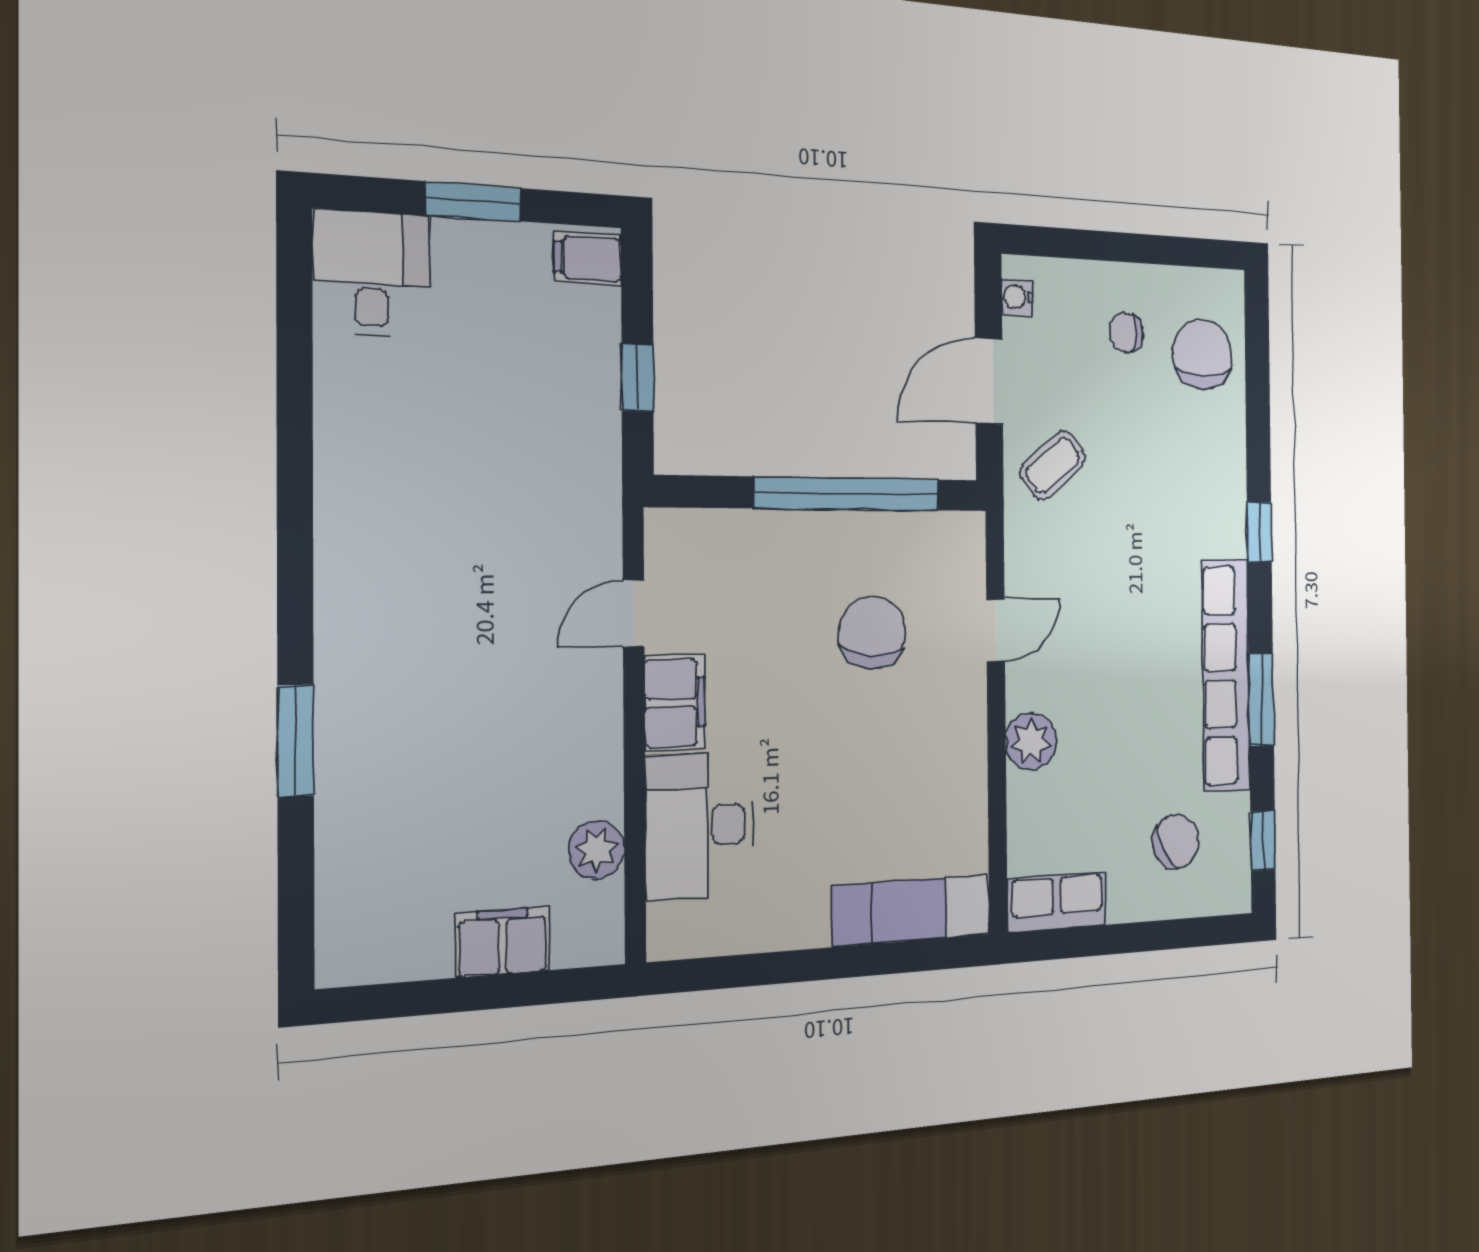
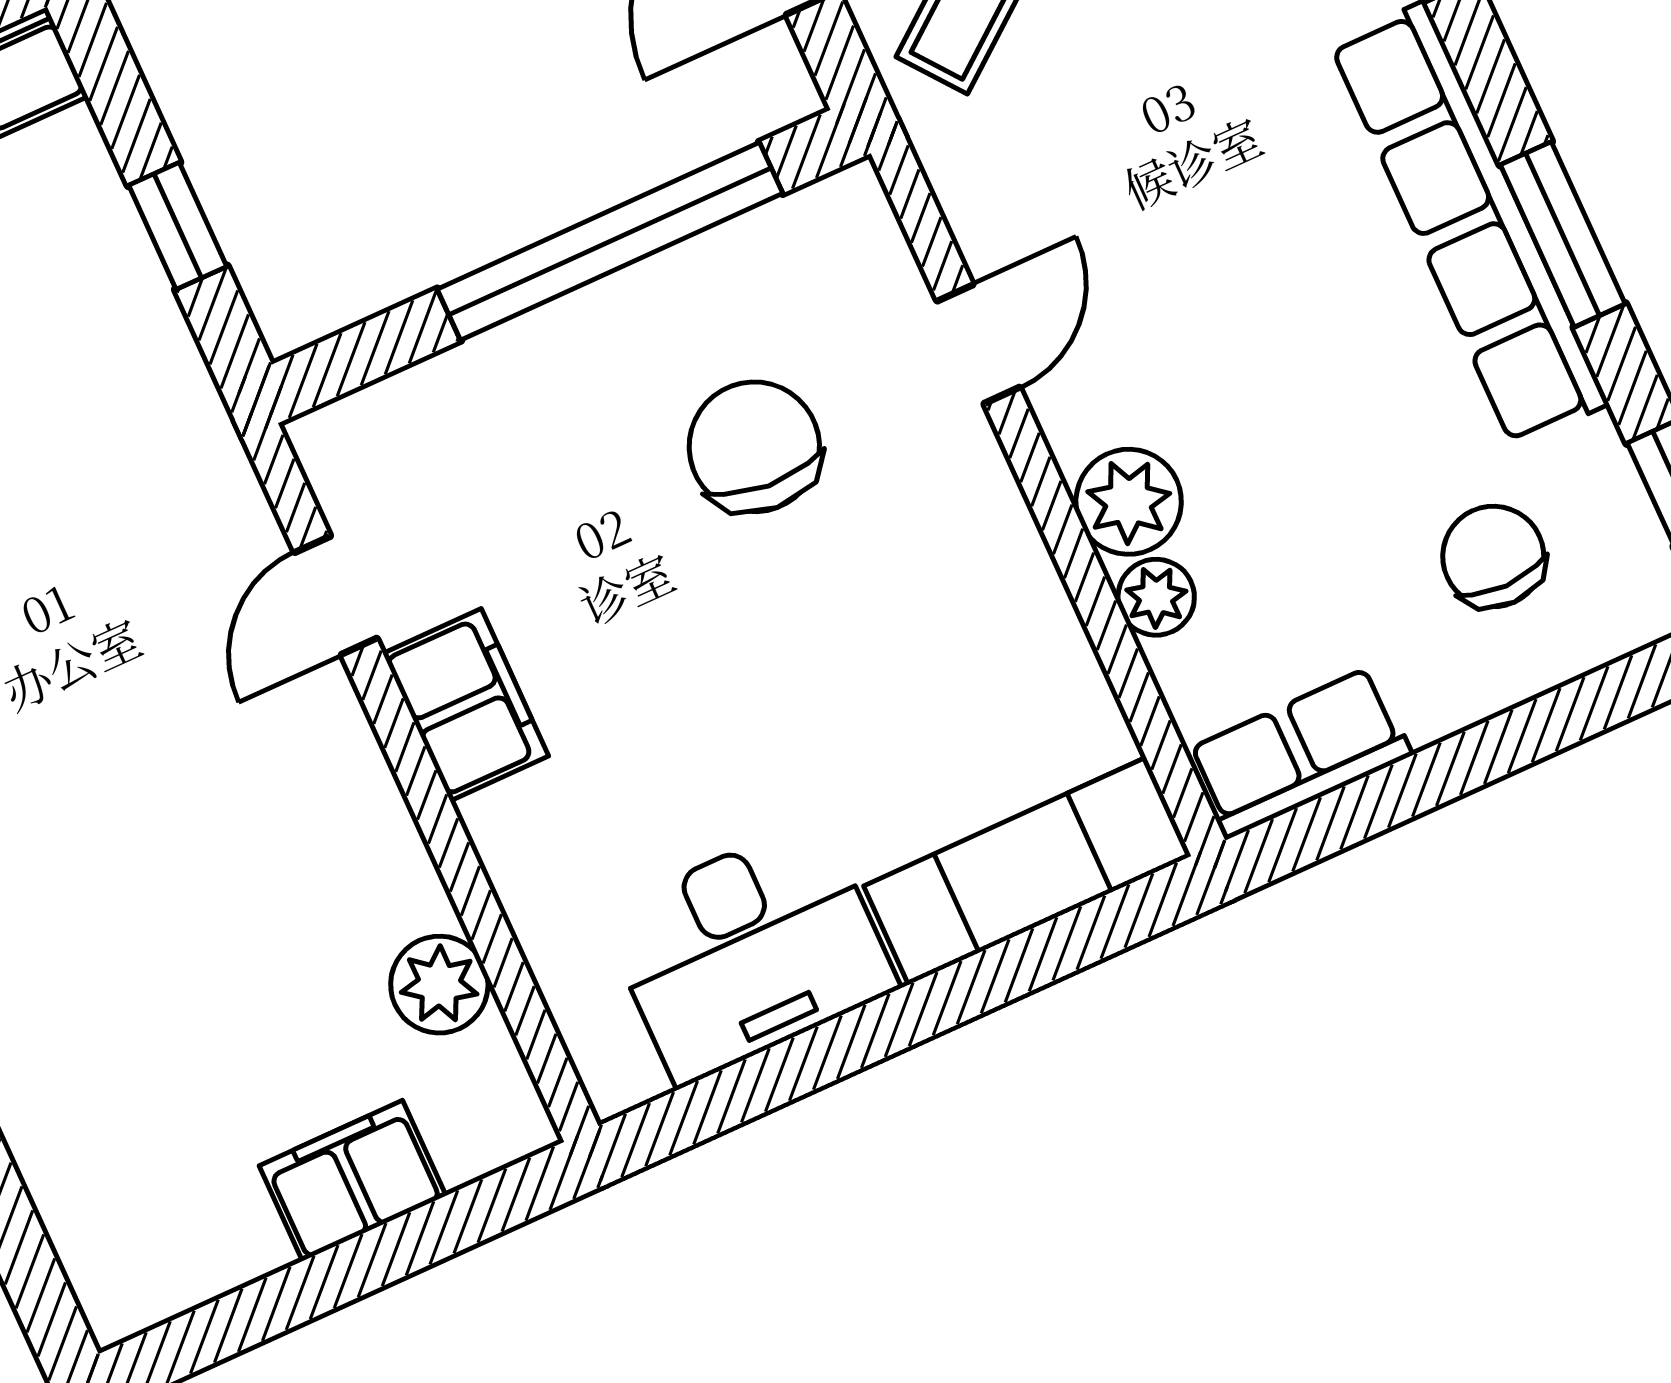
plant: (1025, 795) -> (1156, 597), added
desk: (700, 826) -> (749, 951), moved, turned -90
chair: (1176, 841) -> (1493, 556), turned -62

